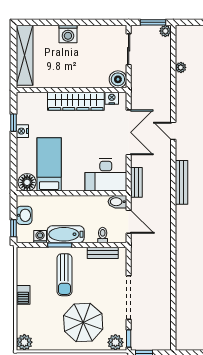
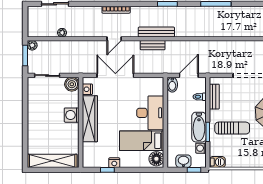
washing machine: (68, 34) -> (72, 115), moved, turned 180
desk: (106, 175) -> (150, 113), moved
bench: (136, 182) -> (153, 45), moved
barbecue: (23, 295) -> (217, 162), moved

